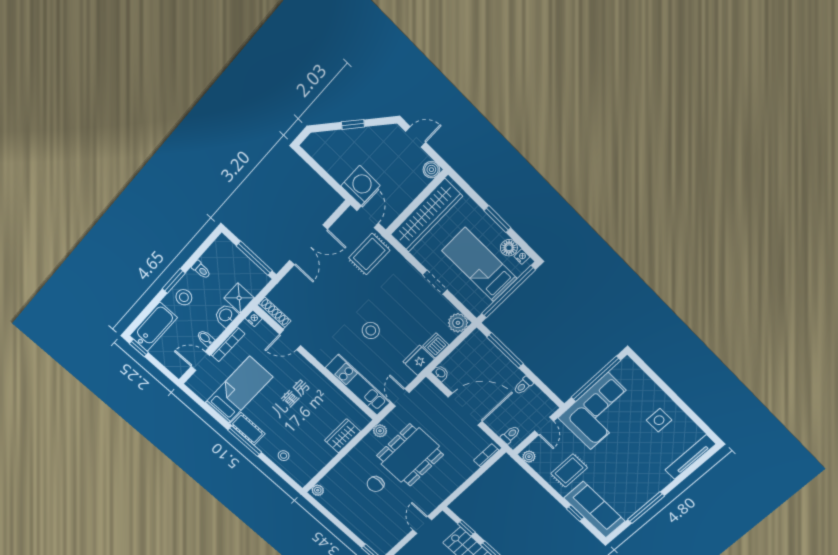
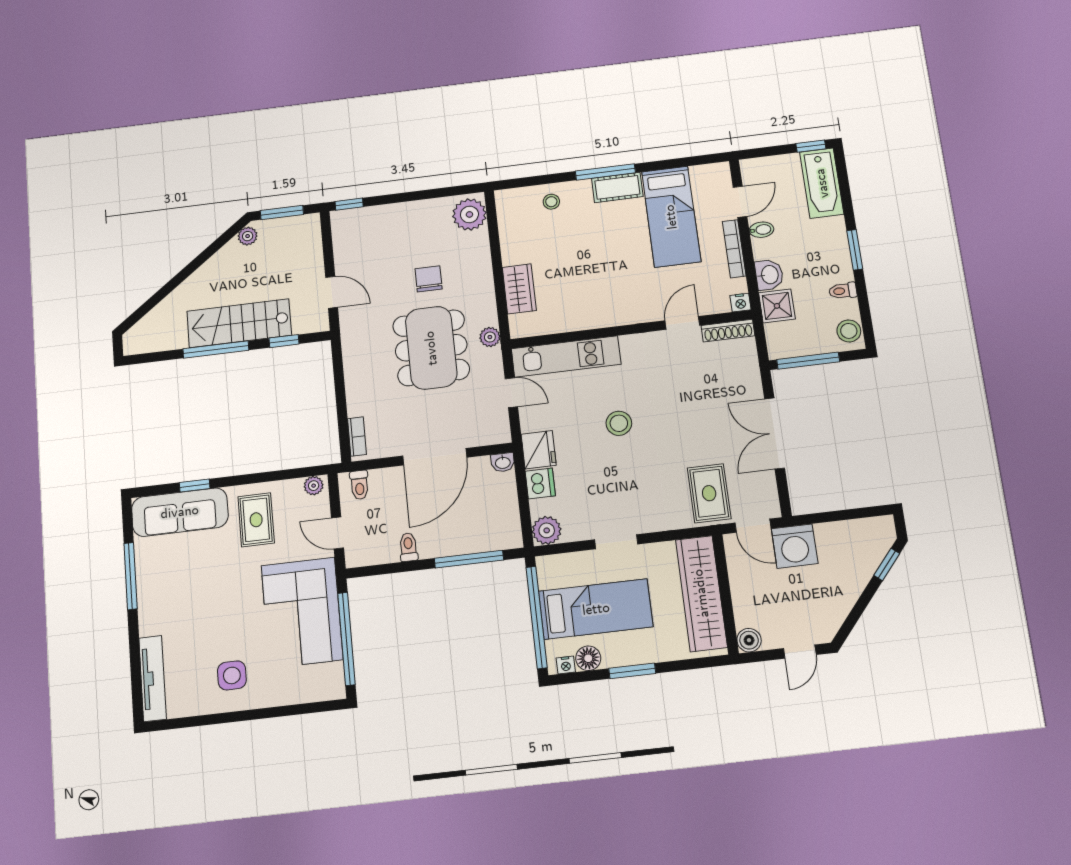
window: (353, 124) -> (887, 564), moved
stool: (184, 297) -> (849, 331), moved
plant: (318, 490) -> (469, 214), width x1.87, depth x1.87

